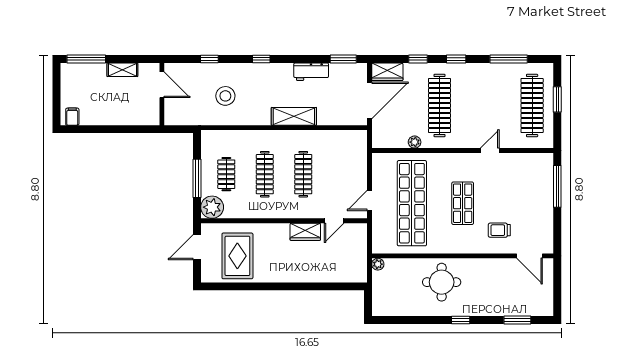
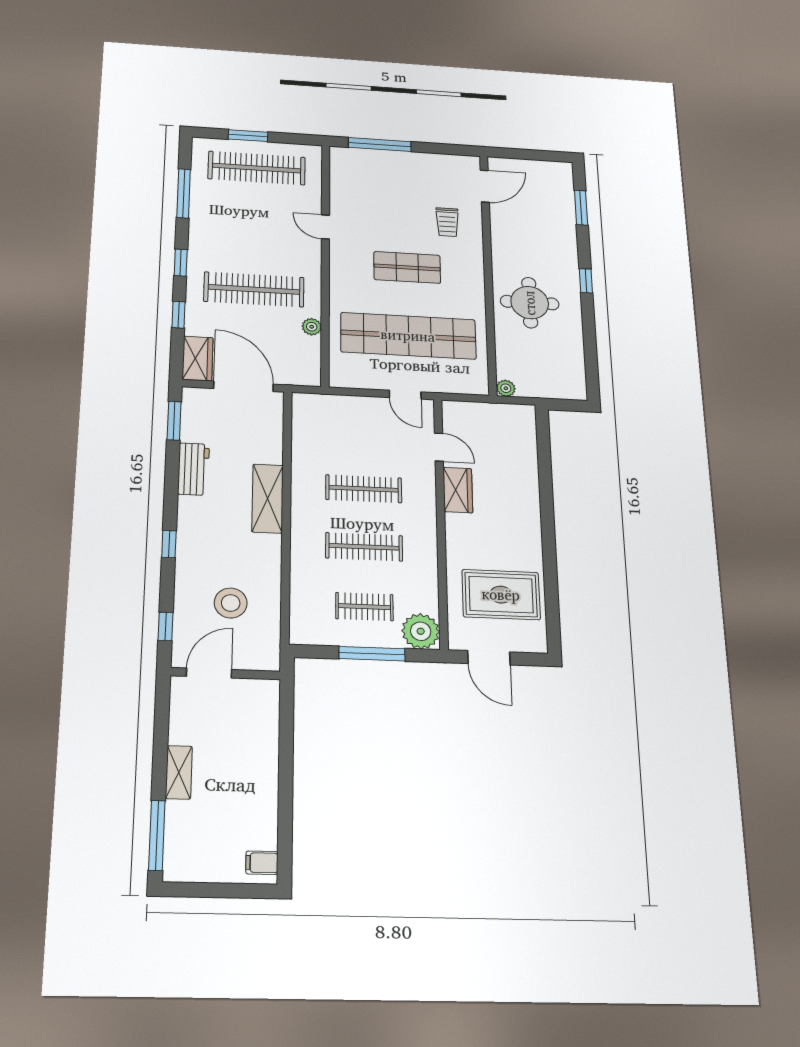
door: (162, 85) -> (209, 673), moved
wall: (162, 94) -> (226, 674), moved

